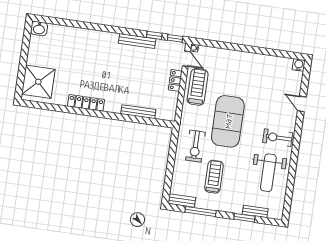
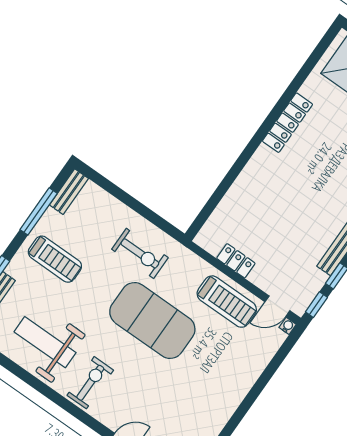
locker: (175, 80) -> (236, 261), moved
bench: (138, 112) -> (235, 194), removed
exercise bike: (195, 146) -> (140, 253), turned 180
treadmill: (214, 177) -> (55, 259), moved

